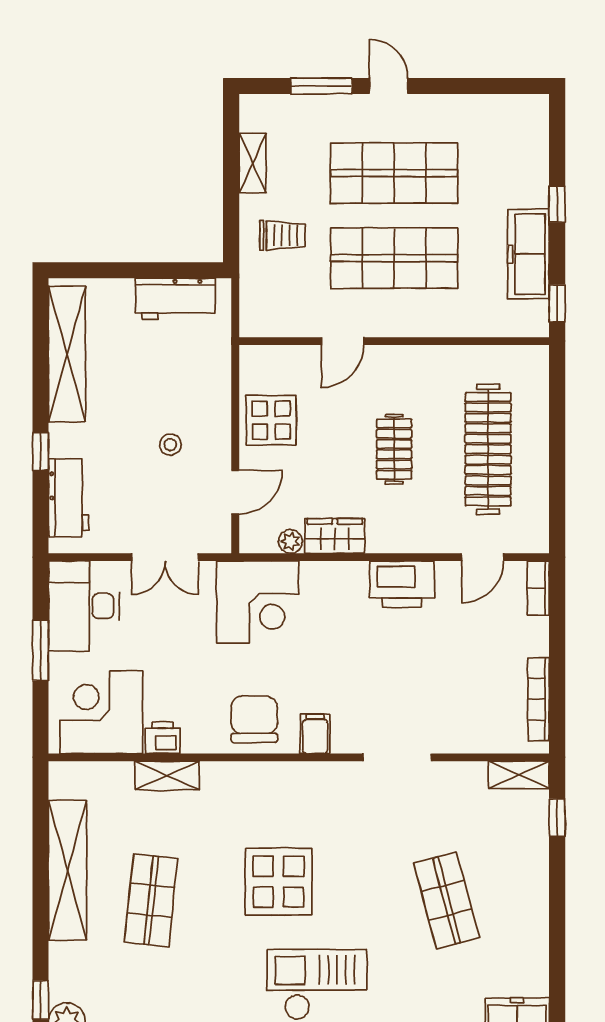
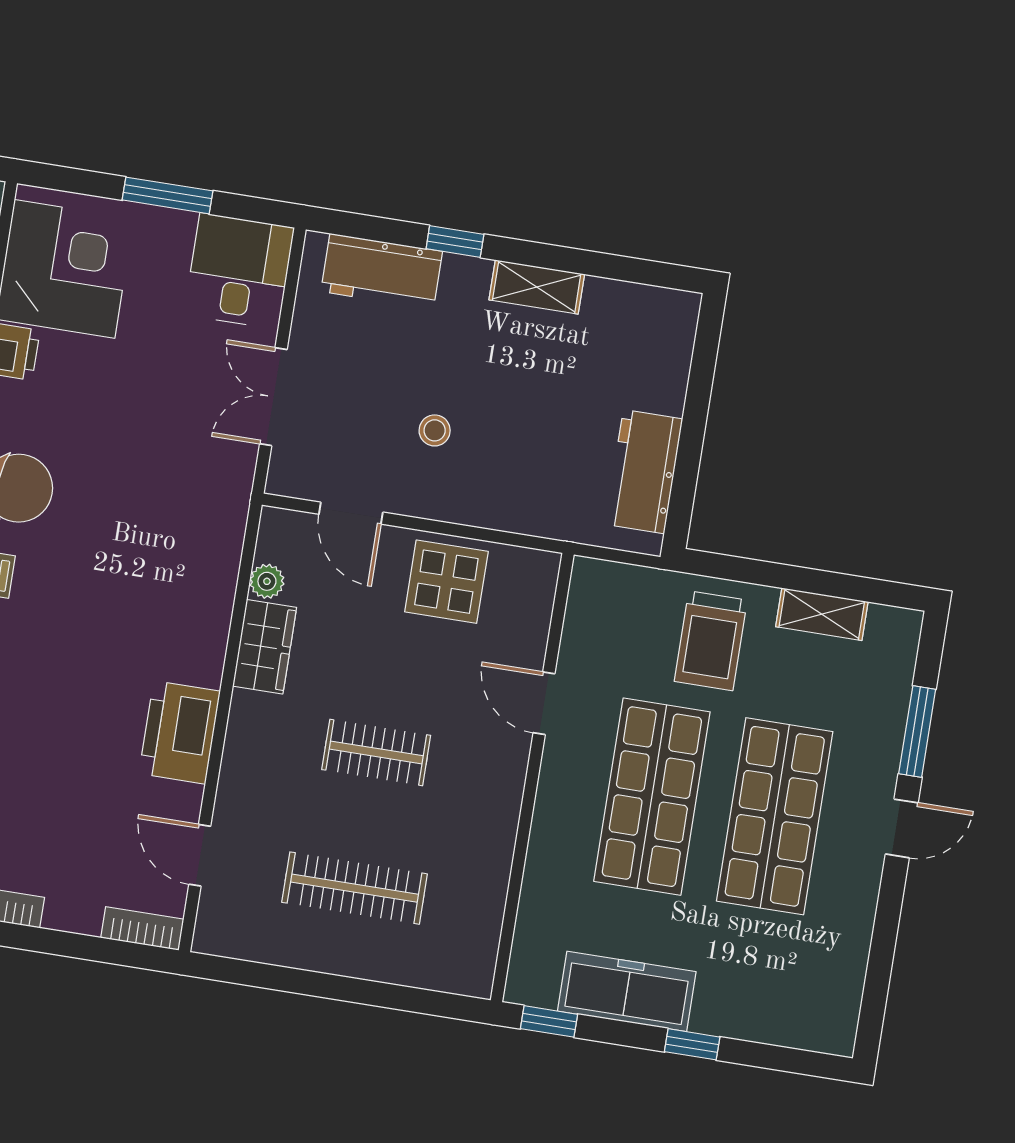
trolley: (283, 235) -> (711, 641), width x1.36, depth x1.39
shelving: (67, 354) -> (537, 287), width x0.45, depth x0.75
clothes rail: (488, 449) -> (355, 888), width x0.73, depth x0.76
corner desk: (258, 602) -> (187, 520), removed
desk: (84, 606) -> (239, 271), width x0.73

